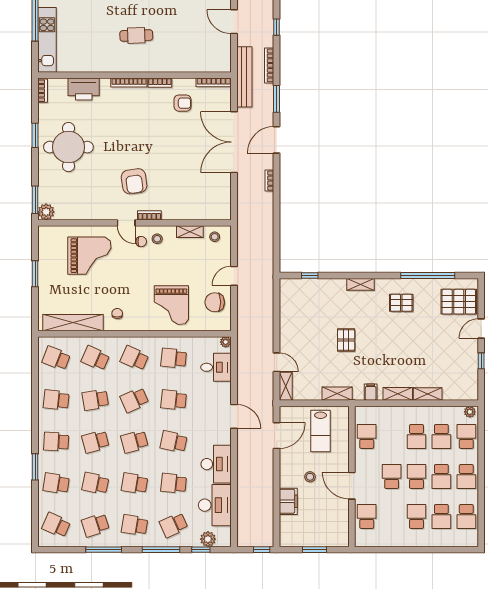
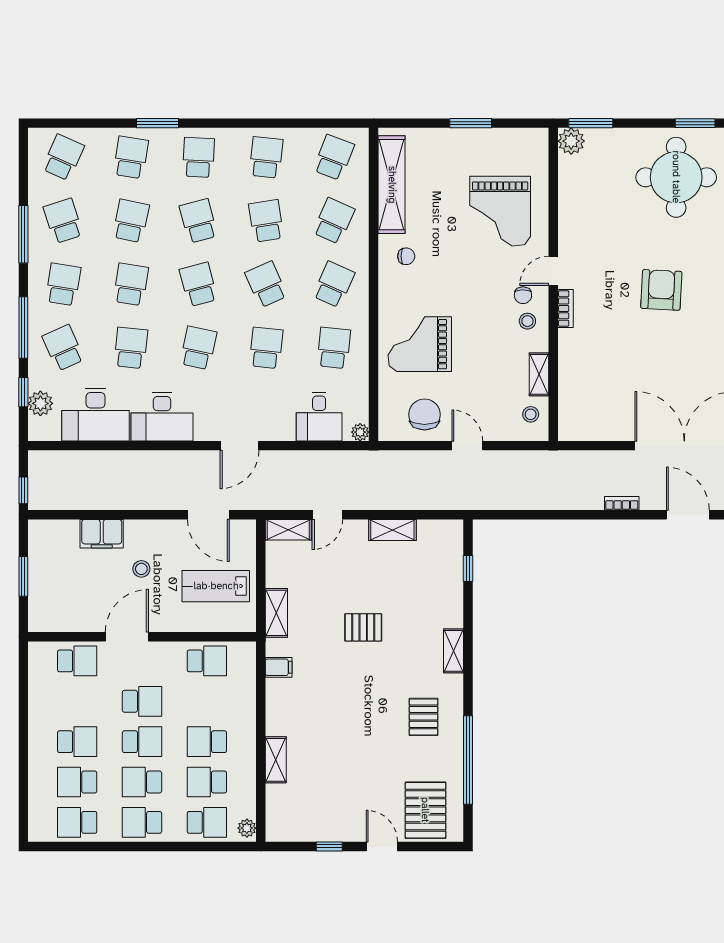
armchair: (134, 181) -> (661, 290), moved, turned 101
shelving: (398, 394) -> (392, 530), moved, turned 90

